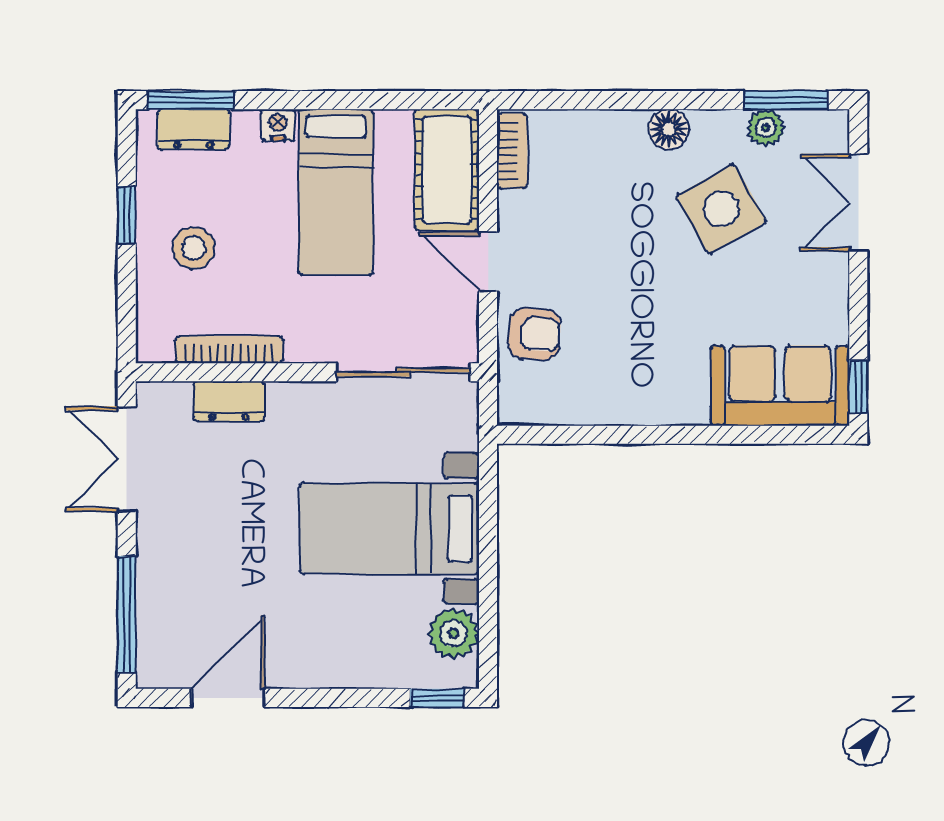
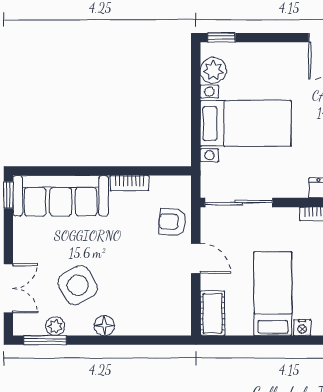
bookcase: (512, 151) -> (129, 183), moved, turned -90
cot: (447, 170) -> (212, 313), width x0.73, depth x0.75
sofa: (780, 386) -> (61, 196), width x1.36

